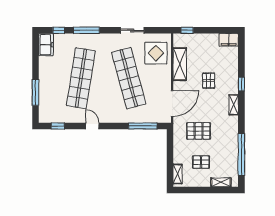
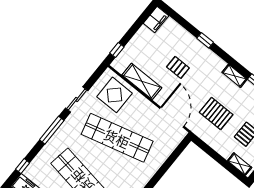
window: (86, 30) -> (52, 130), moved
shelving: (234, 105) -> (234, 76), moved
window: (143, 126) -> (171, 160), removed
pallet: (199, 131) -> (216, 114), turned 90

